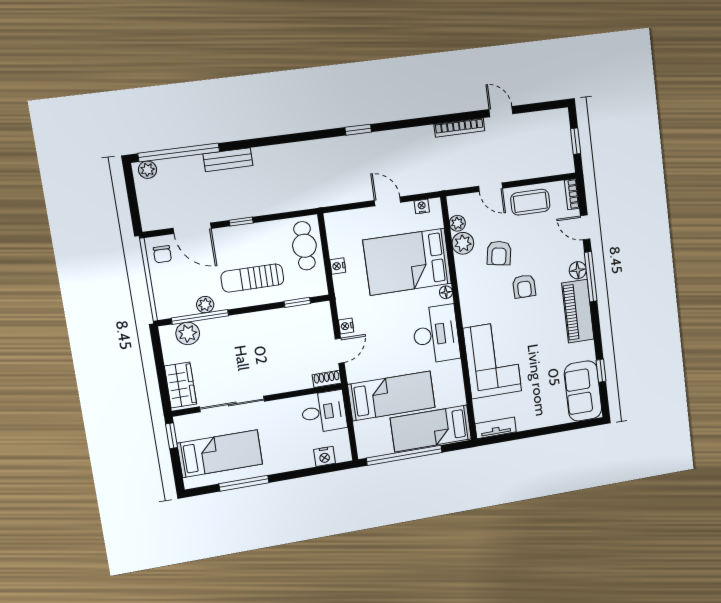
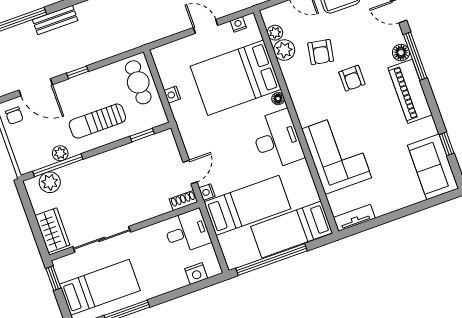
nightstand: (346, 326) -> (207, 192), moved

